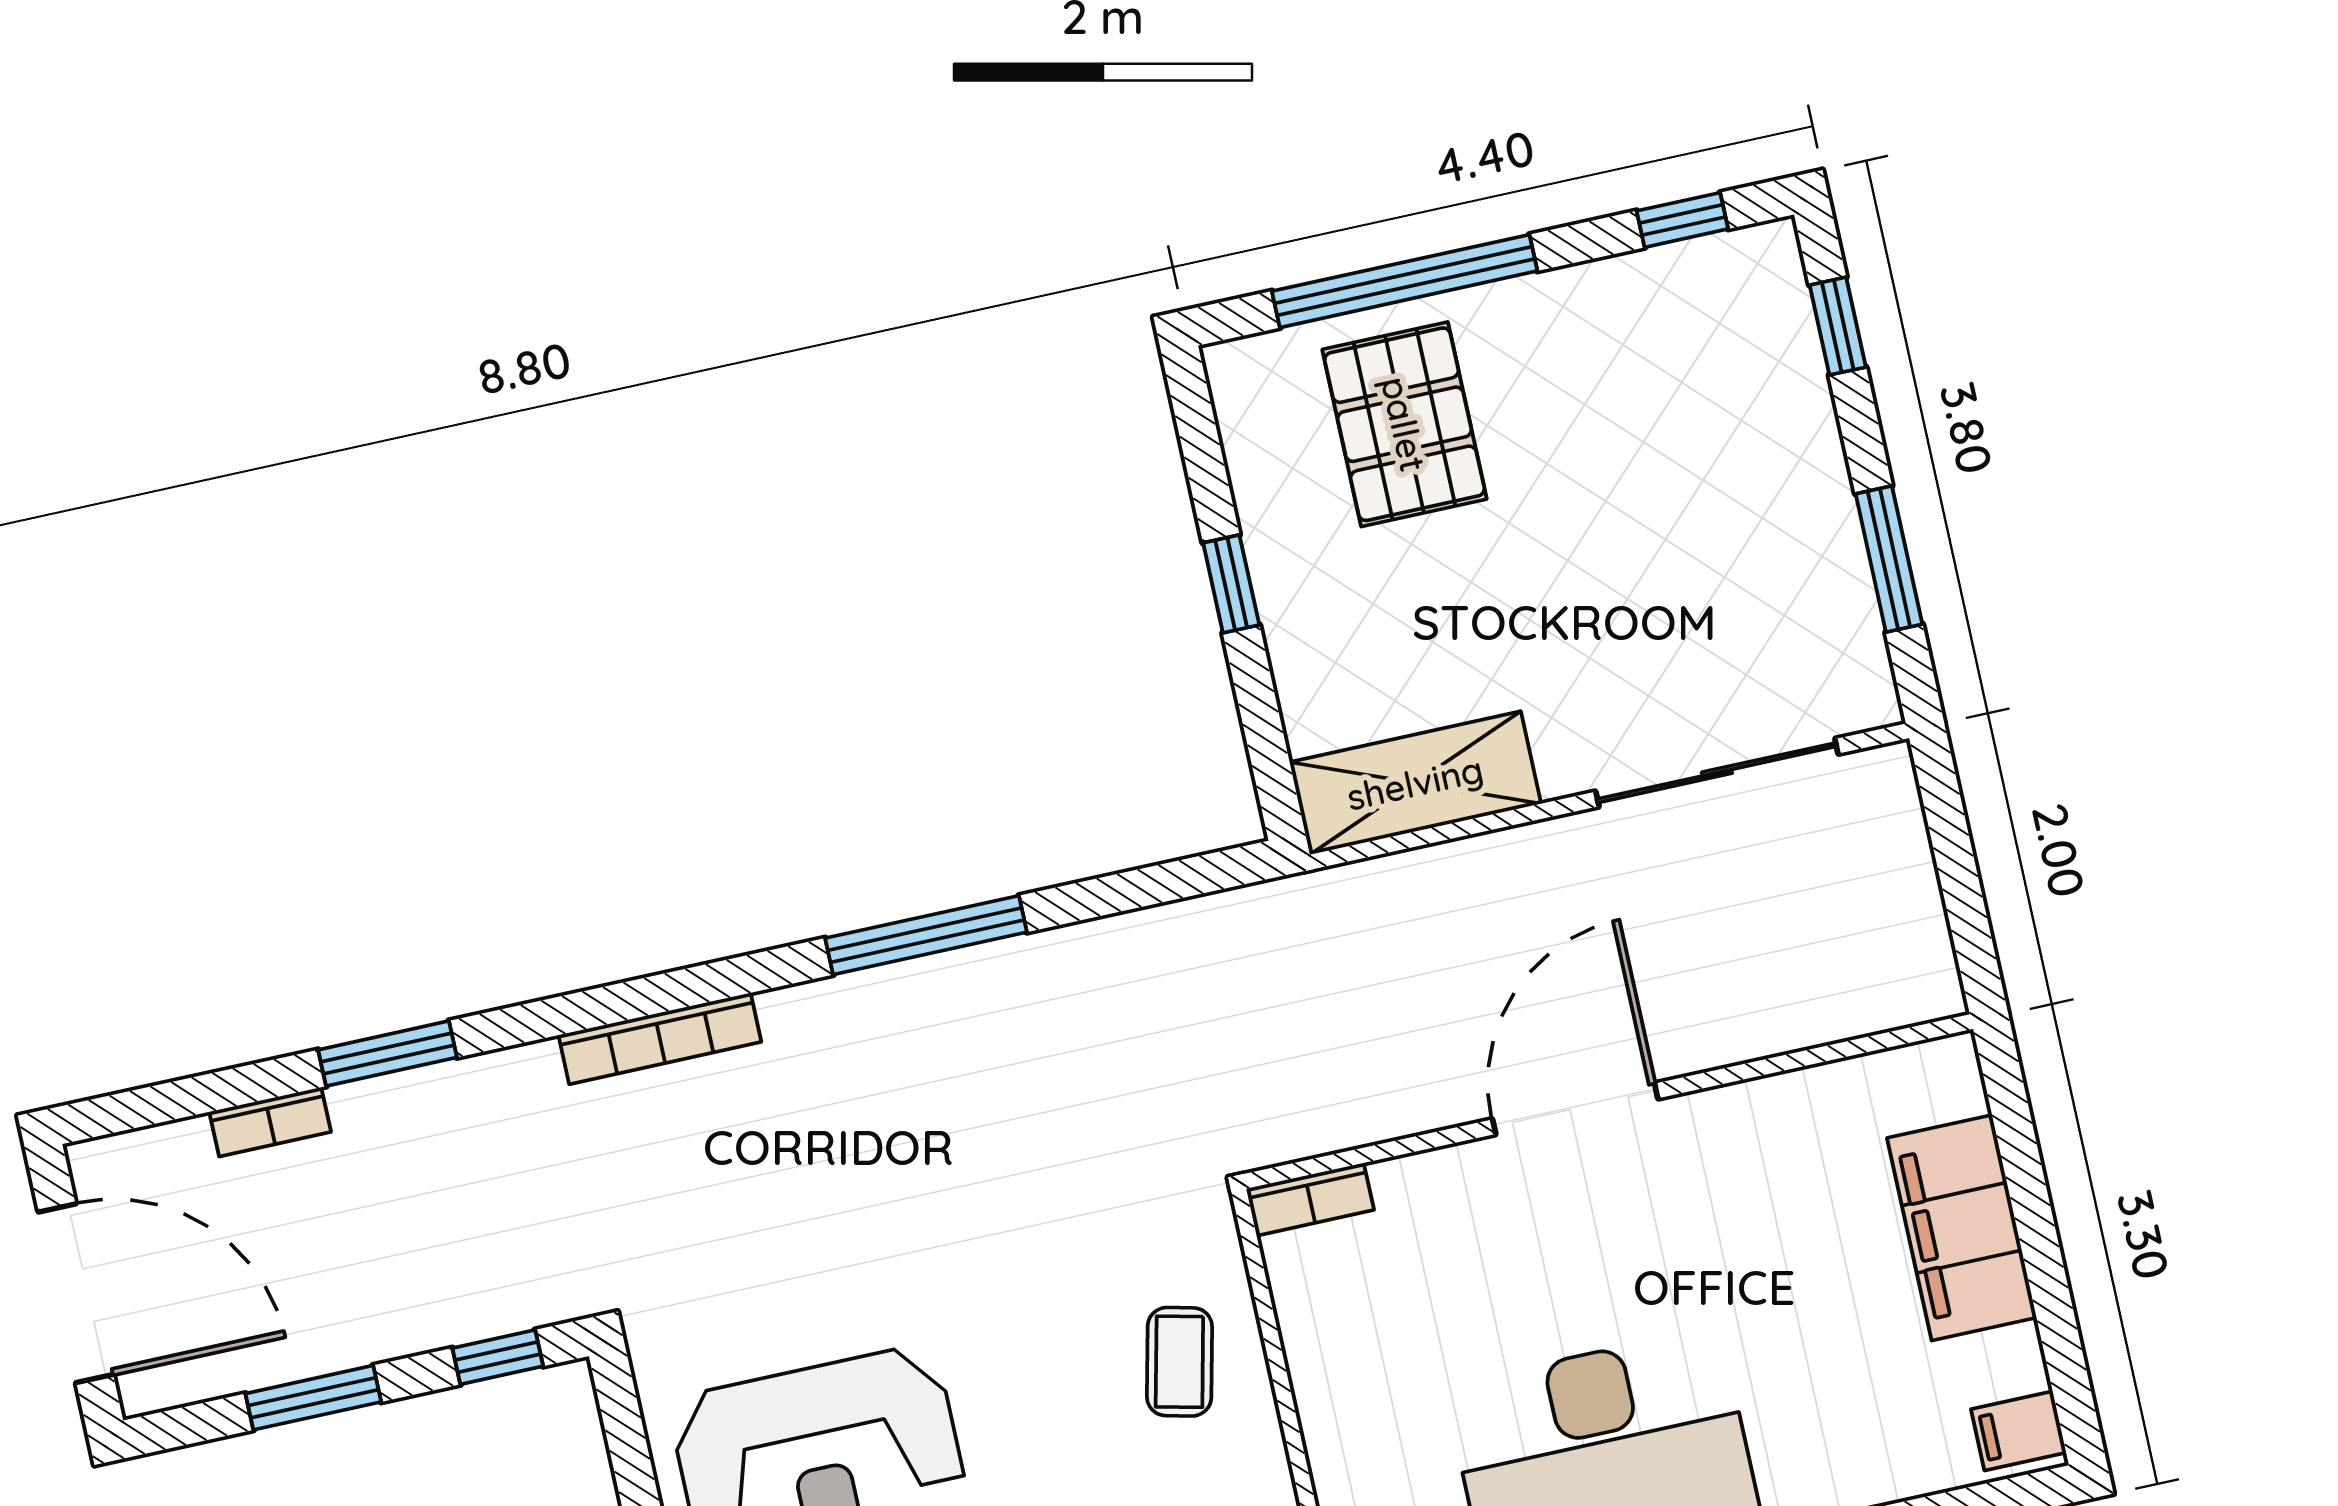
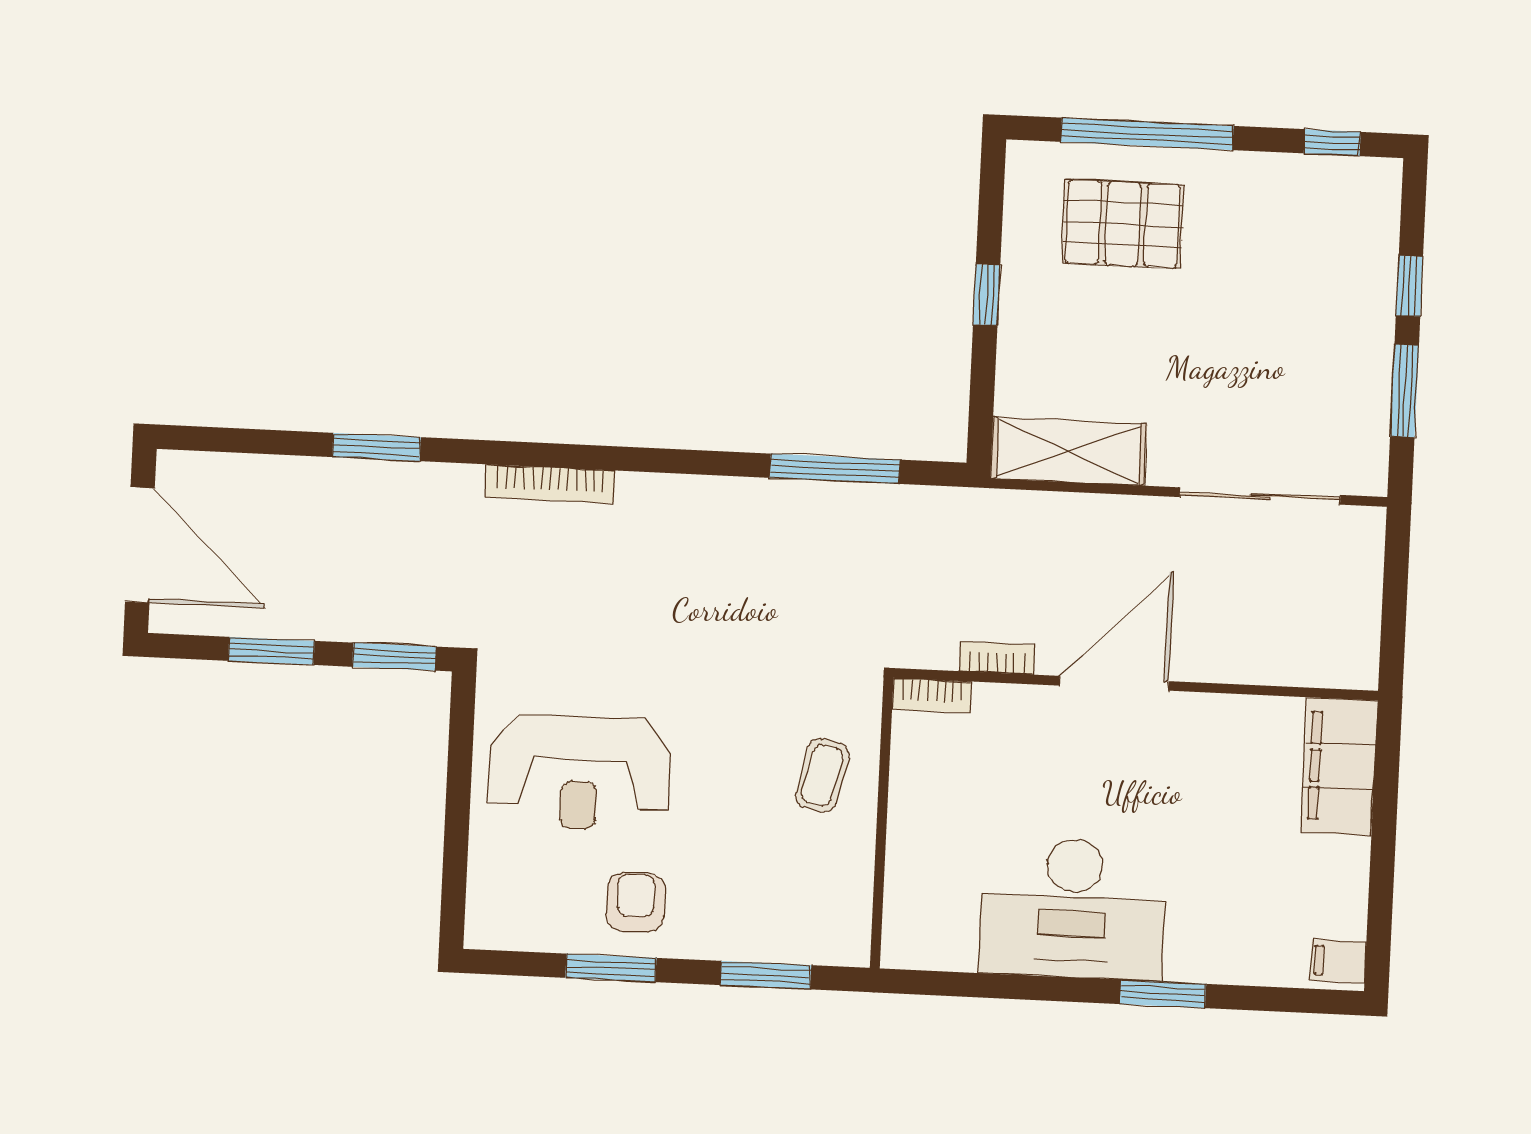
window: (1838, 326) -> (1409, 286), moved
pallet: (1404, 424) -> (1123, 224), turned 90
window: (926, 935) -> (835, 469), moved
bookcase: (270, 1122) -> (997, 658), moved, turned 180
filing cabinet: (1962, 1228) -> (1340, 767), moved
window: (498, 1357) -> (394, 657), width x1.50

